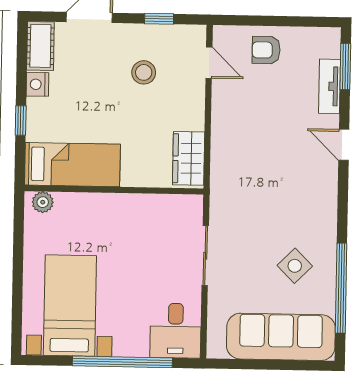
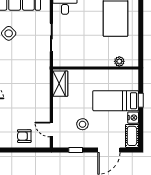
armchair: (266, 50) -> (24, 136), turned 180
bed: (72, 165) -> (116, 101), moved
plant: (43, 202) -> (119, 61), moved

